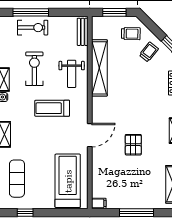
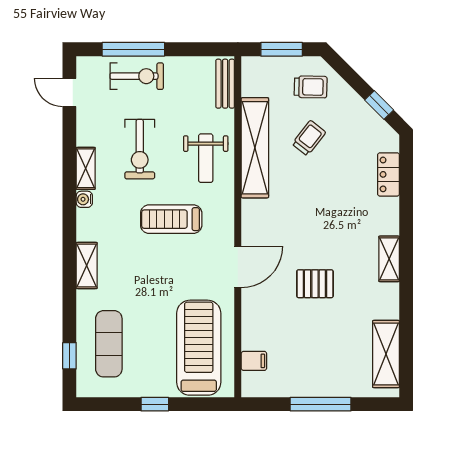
trolley: (149, 52) -> (309, 138), moved
exercise bike: (34, 69) -> (140, 149), turned 180
pallet: (133, 145) -> (315, 284), turned 90
filing cabinet: (99, 203) -> (254, 361), moved
window: (25, 213) -> (155, 404), moved

